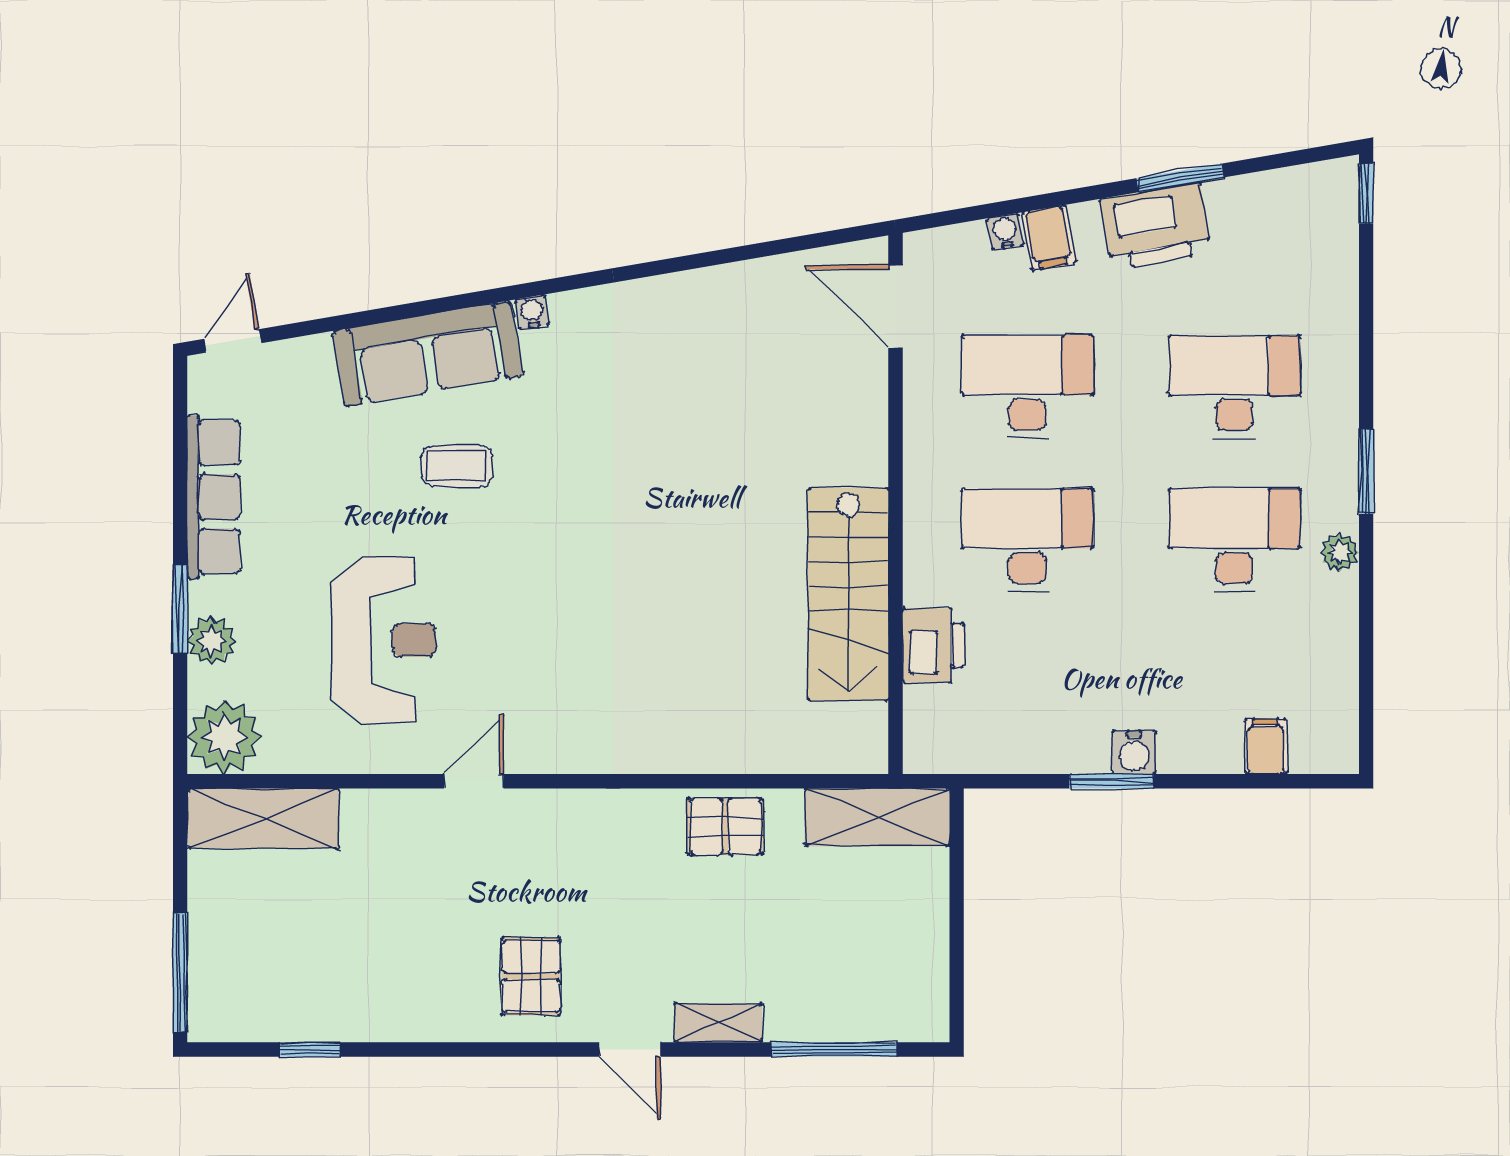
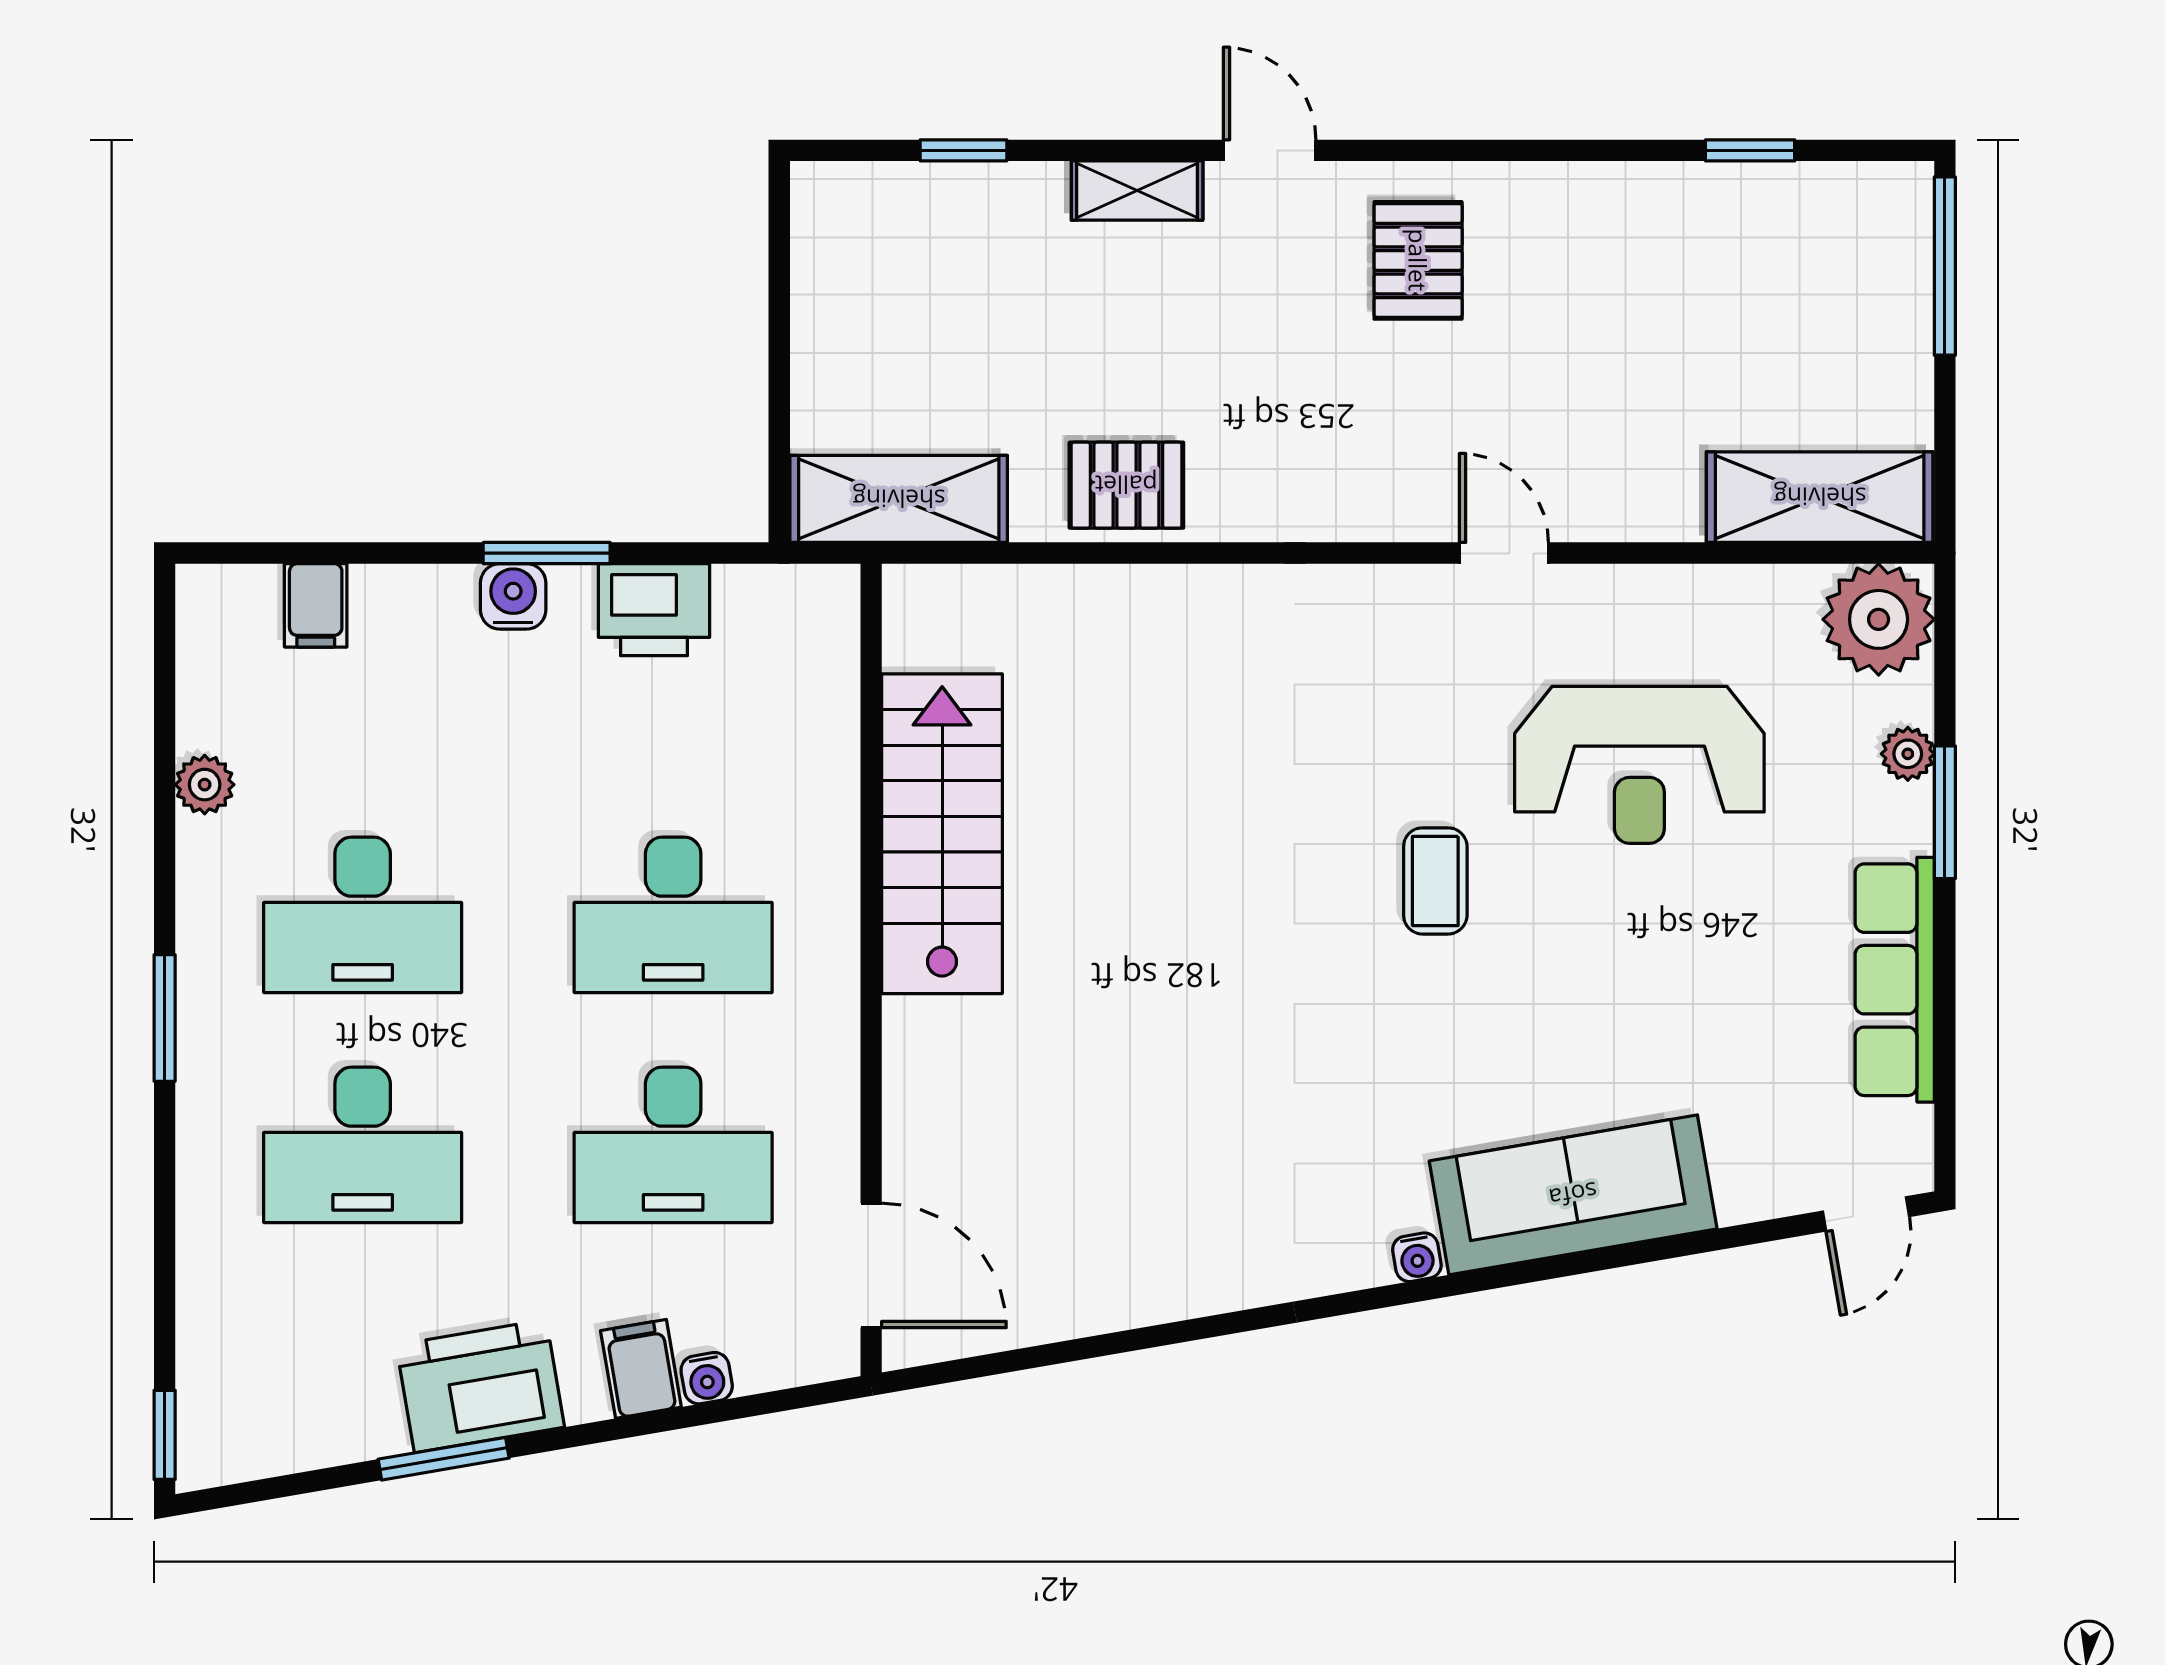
coffee table: (457, 466) -> (1435, 881), moved, turned 90
plant: (1340, 553) -> (205, 785), moved
reception desk: (384, 640) -> (1639, 765), turned -90
plant: (211, 641) -> (1908, 754), width x0.73, depth x0.73
printer: (933, 645) -> (654, 610), moved, turned -90
door: (474, 781) -> (1504, 553), swing flipped
window: (834, 1049) -> (963, 150), width x0.46

